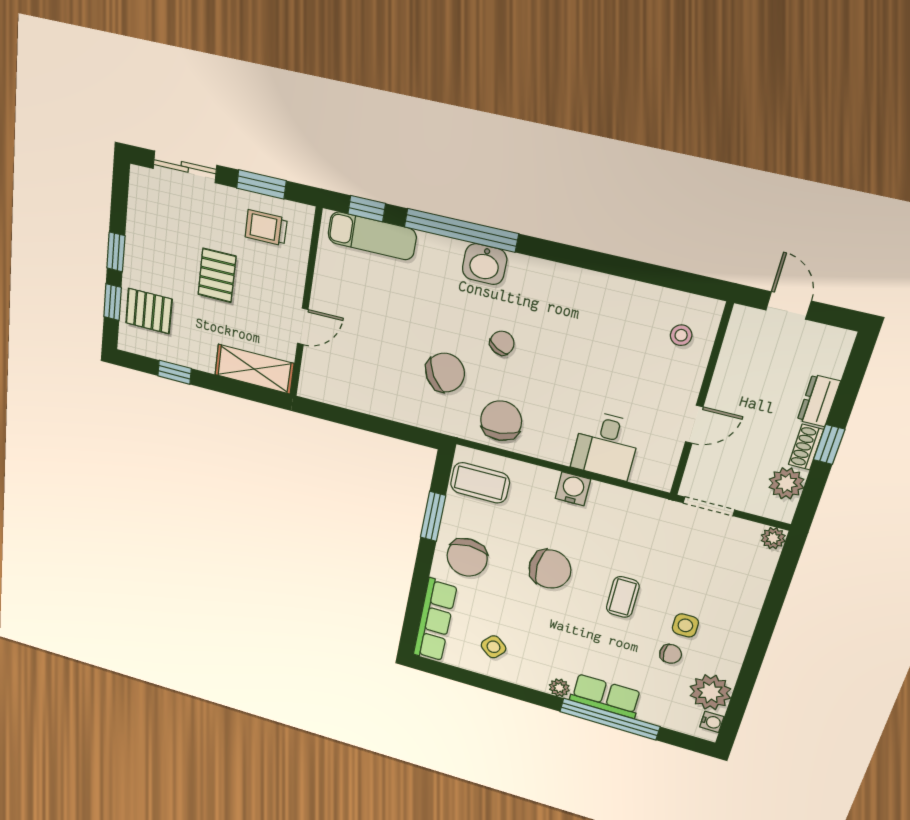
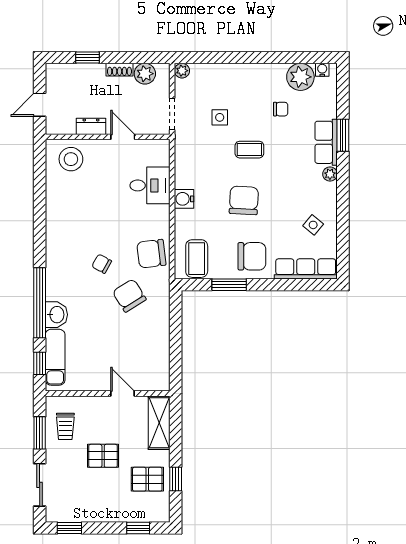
window: (116, 252) -> (69, 528), moved
washbasin: (485, 264) -> (56, 315), moved
pallet: (149, 311) -> (147, 479), moved, turned 90
stool: (681, 335) -> (71, 159), width x1.89, depth x1.89
dresser: (819, 401) -> (91, 126), moved, turned 180
window: (829, 445) -> (88, 57), moved
side table: (685, 625) -> (220, 117), moved
chair: (671, 654) -> (281, 109), turned 90
window: (610, 719) -> (343, 135), width x0.47

